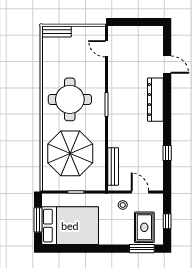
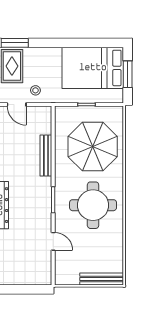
bench: (57, 32) -> (102, 279), width x1.36
door: (106, 49) -> (53, 241), moved
bench: (113, 166) -> (46, 155), moved

